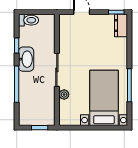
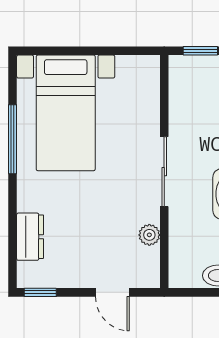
dresser: (121, 25) -> (30, 237), moved
plant: (64, 94) -> (149, 235), moved

